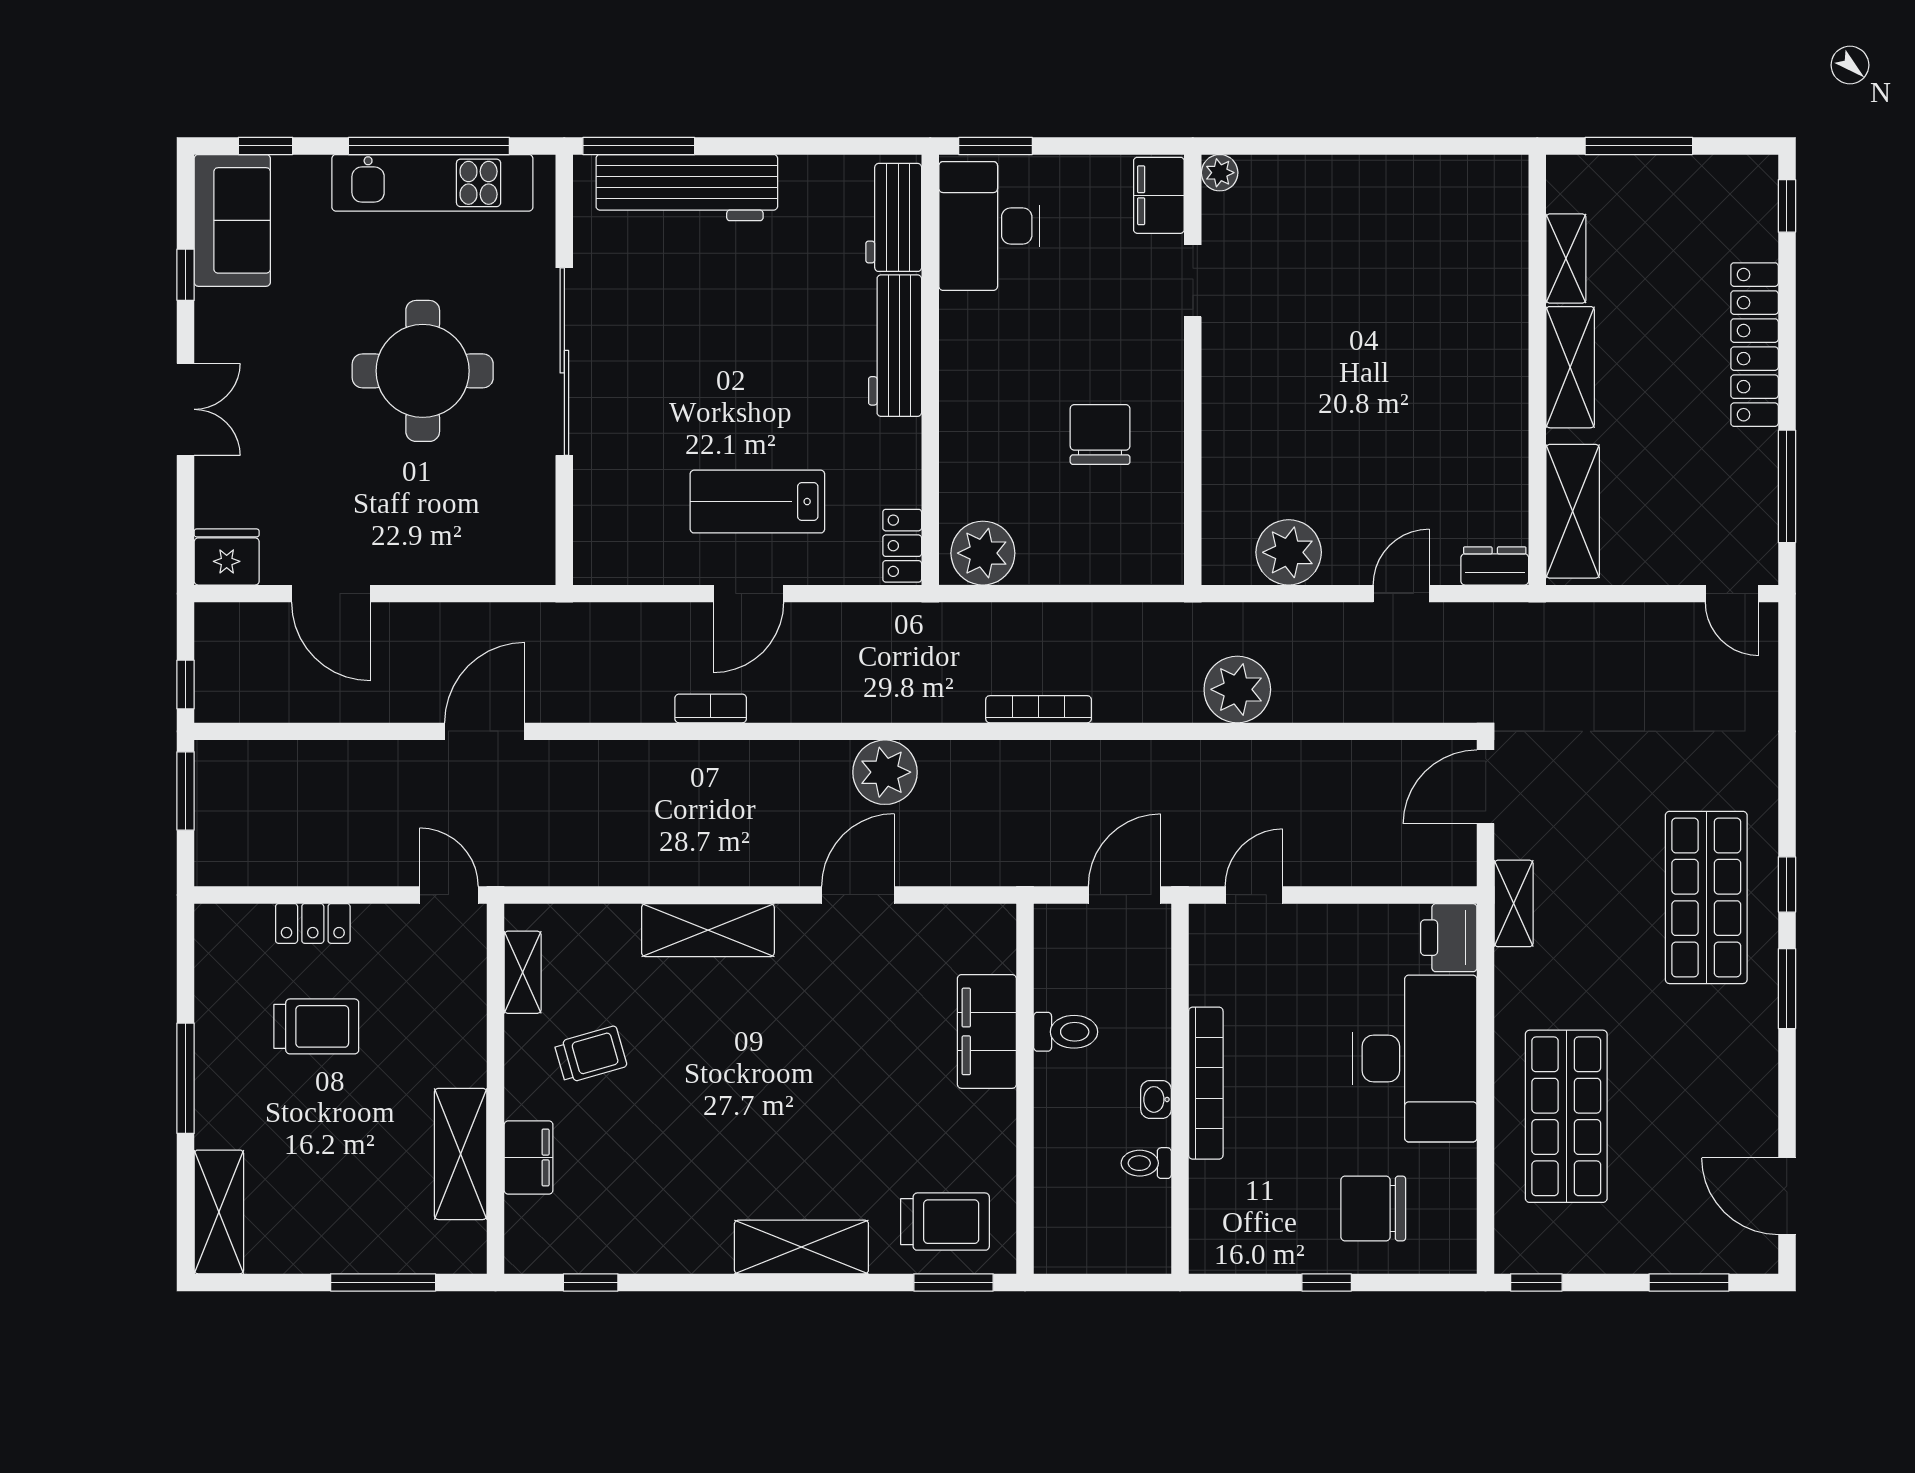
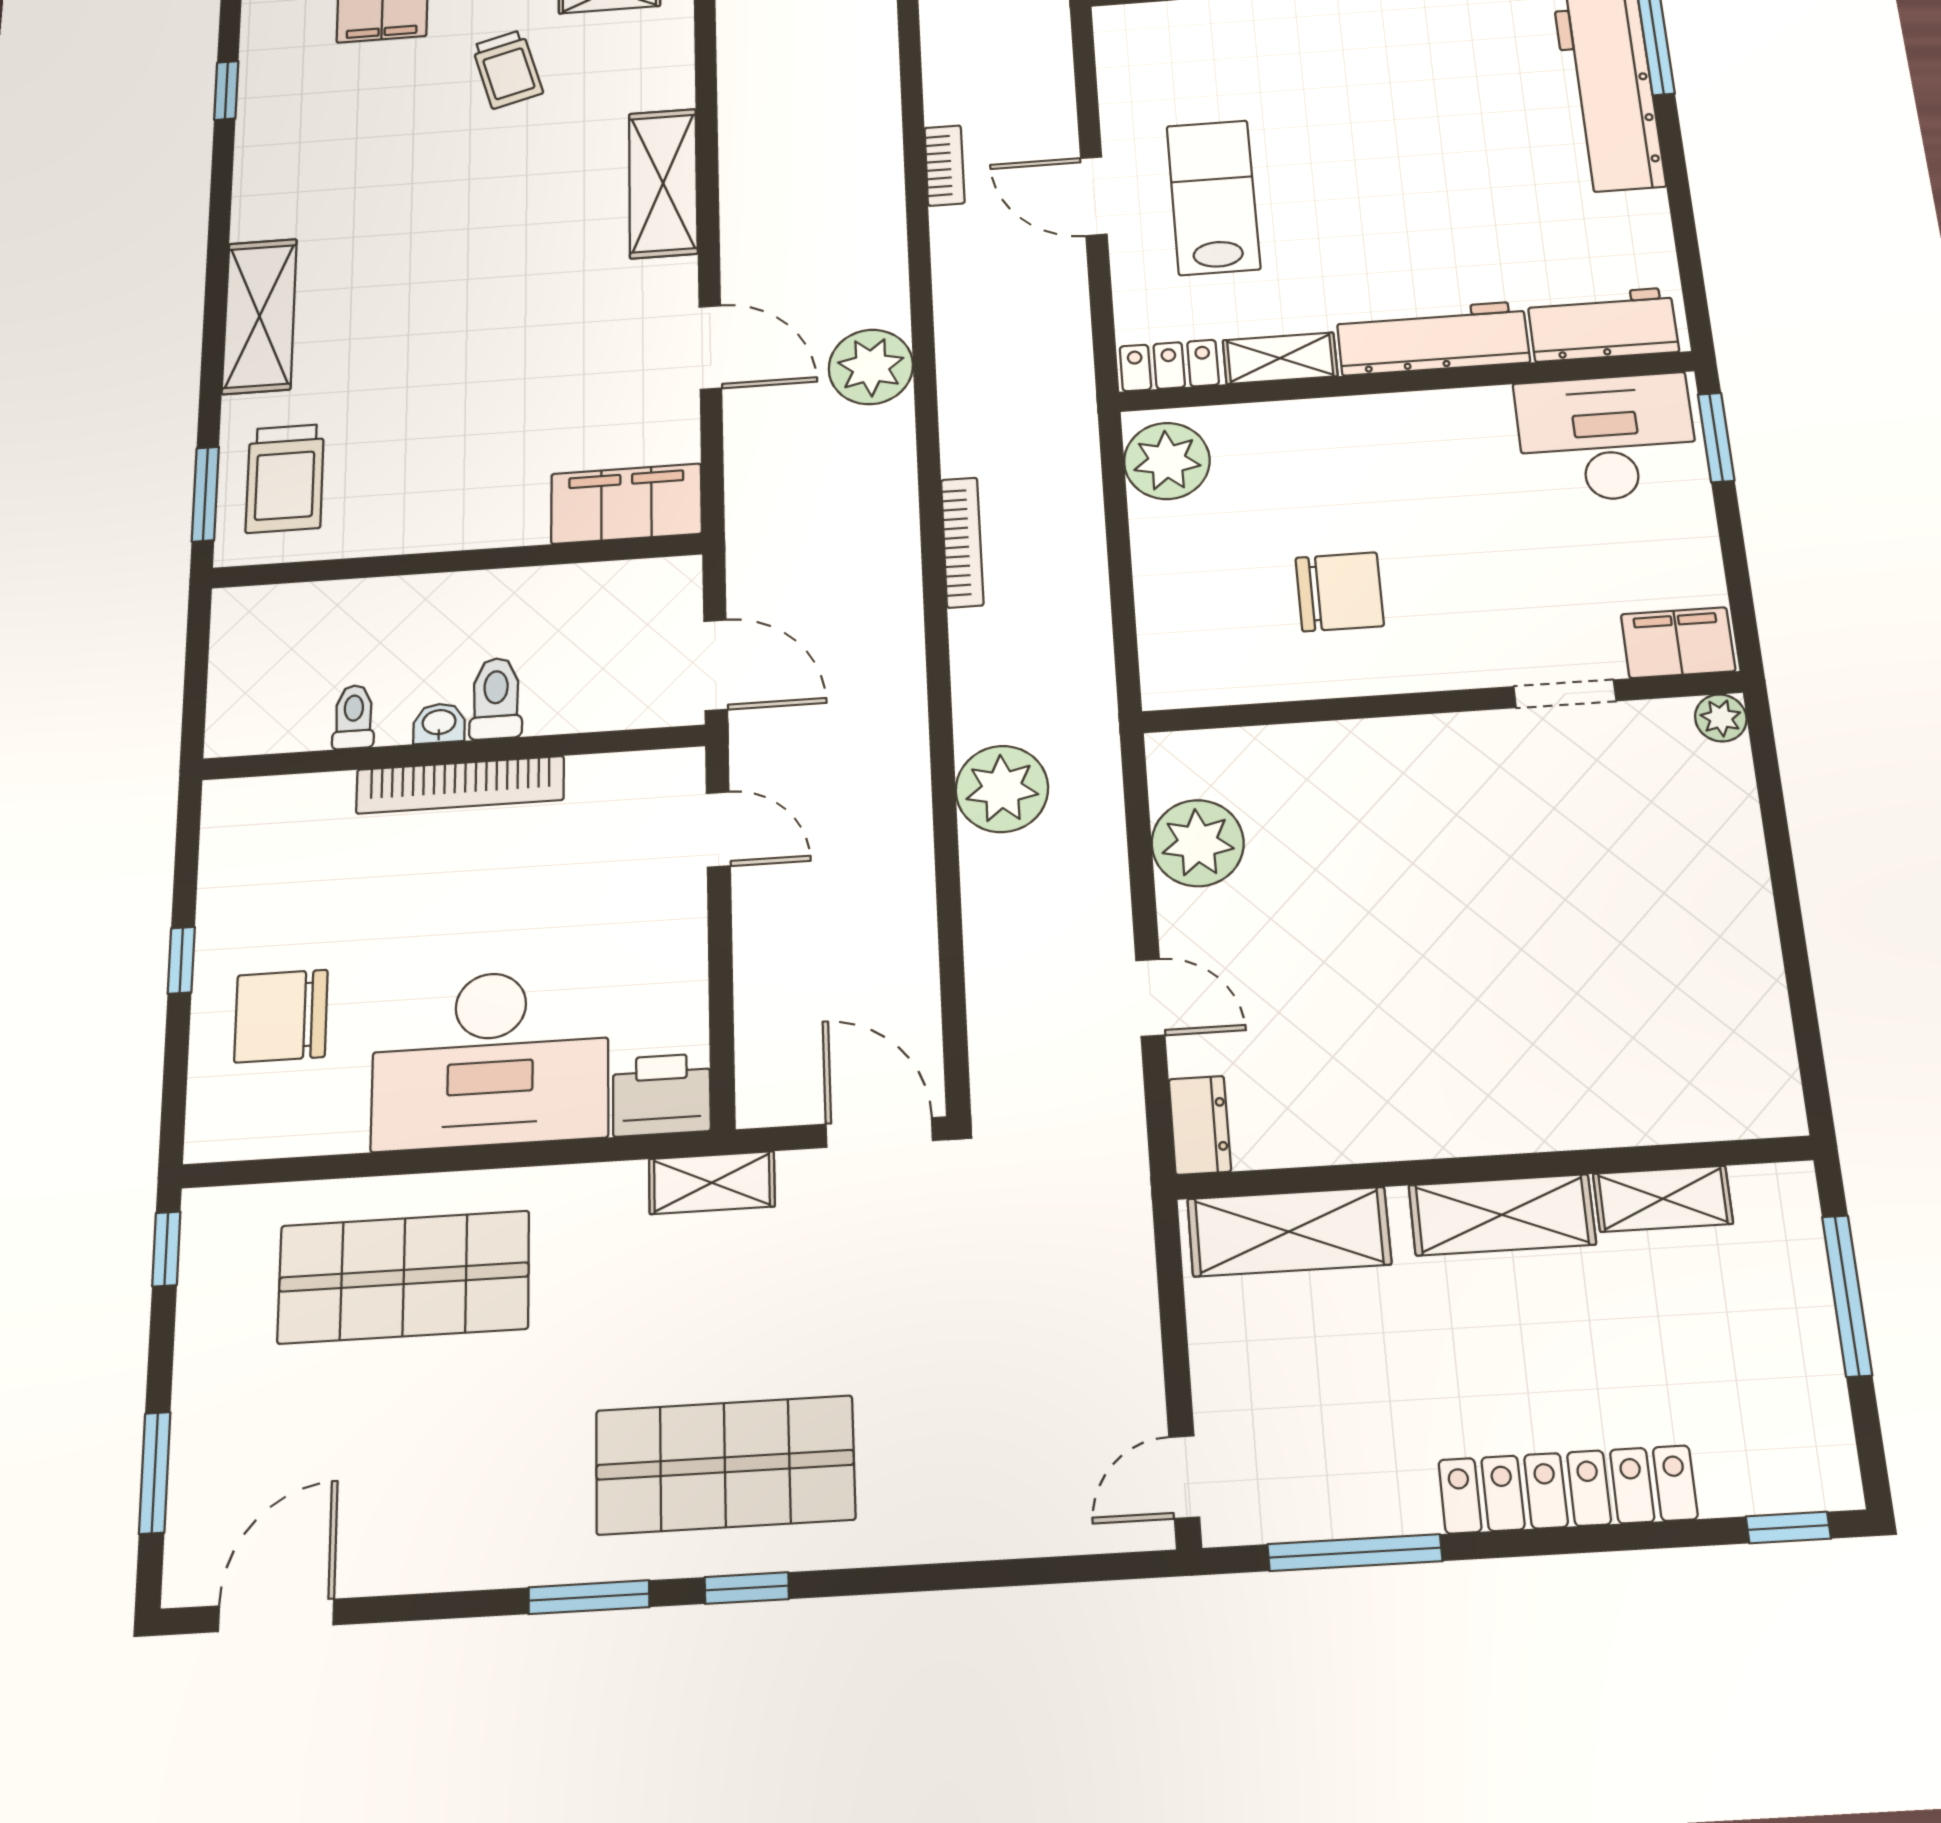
shelving: (903, 462) -> (1280, 358), added
filing cabinet: (987, 1031) -> (626, 504), moved
toilet: (1066, 1032) -> (496, 698), moved, turned 180
chair: (1373, 1208) -> (281, 1016), turned -90

